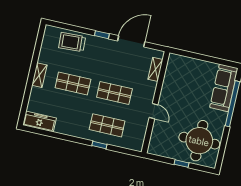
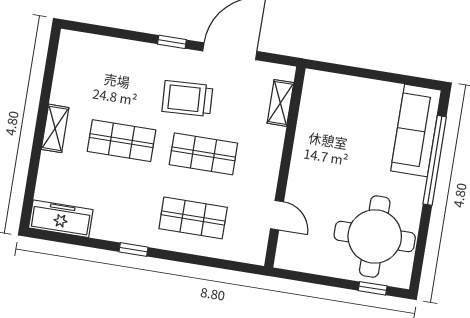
trolley: (72, 42) -> (187, 99), moved
door: (154, 111) -> (277, 215), moved
window: (99, 145) -> (133, 250), moved
window: (181, 164) -> (373, 288), moved

